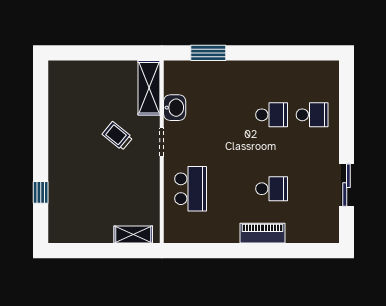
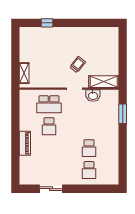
school desk: (272, 189) -> (49, 126), moved

